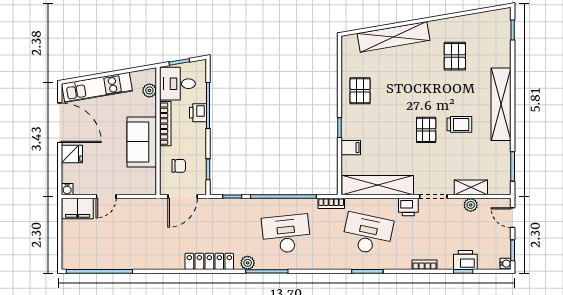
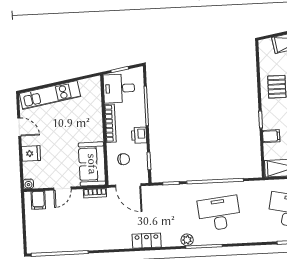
plant: (149, 90) -> (95, 95), removed
printer: (198, 113) -> (139, 135), moved
door: (60, 123) -> (19, 127), width x0.53
sofa: (142, 142) -> (92, 164), moved
door: (183, 196) -> (128, 185), hinge flipped
bookcase: (331, 203) -> (95, 193), moved
filing cabinet: (78, 209) -> (38, 200), width x0.50
locker: (209, 261) -> (147, 241), width x0.66

